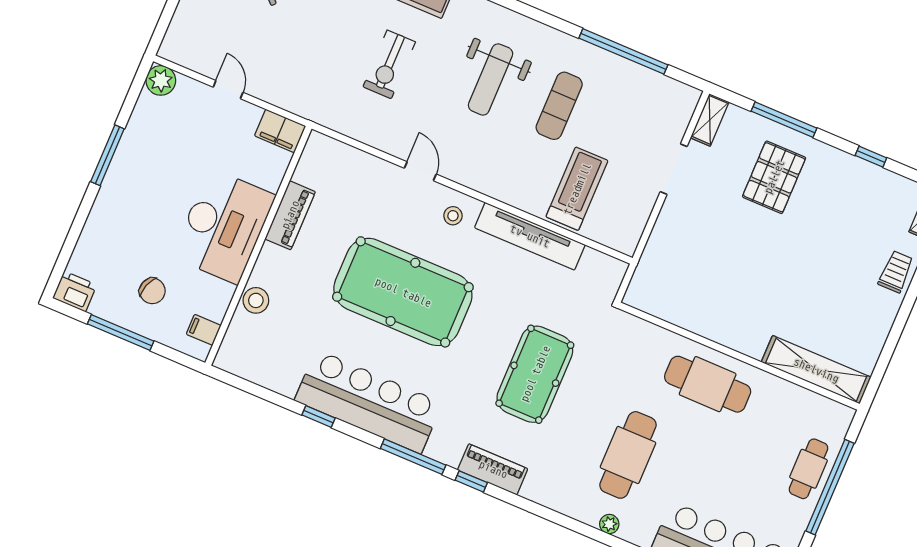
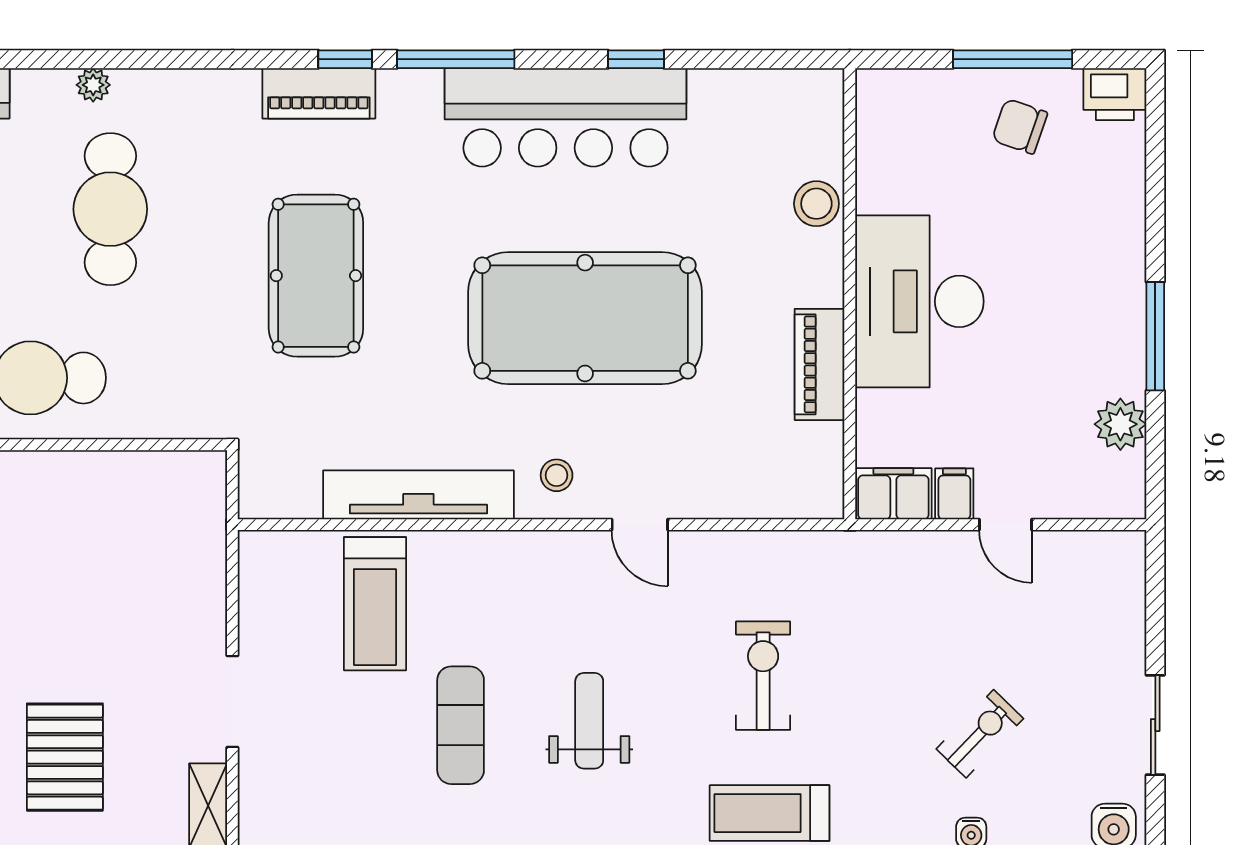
weight bench: (491, 79) -> (589, 721), width x0.73, depth x0.75
plant: (161, 80) -> (1120, 424), moved
chair: (152, 291) -> (1020, 126), moved
filing cabinet: (204, 330) -> (954, 494), moved, turned -90

